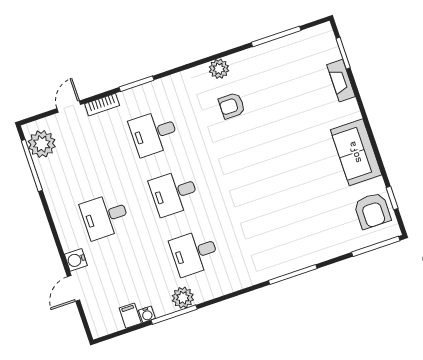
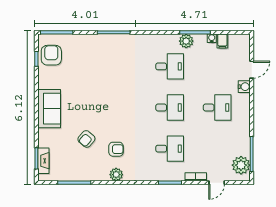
fireplace: (341, 81) -> (43, 161), moved
armchair: (280, 106) -> (86, 139), added
sofa: (356, 152) -> (49, 109), moved

